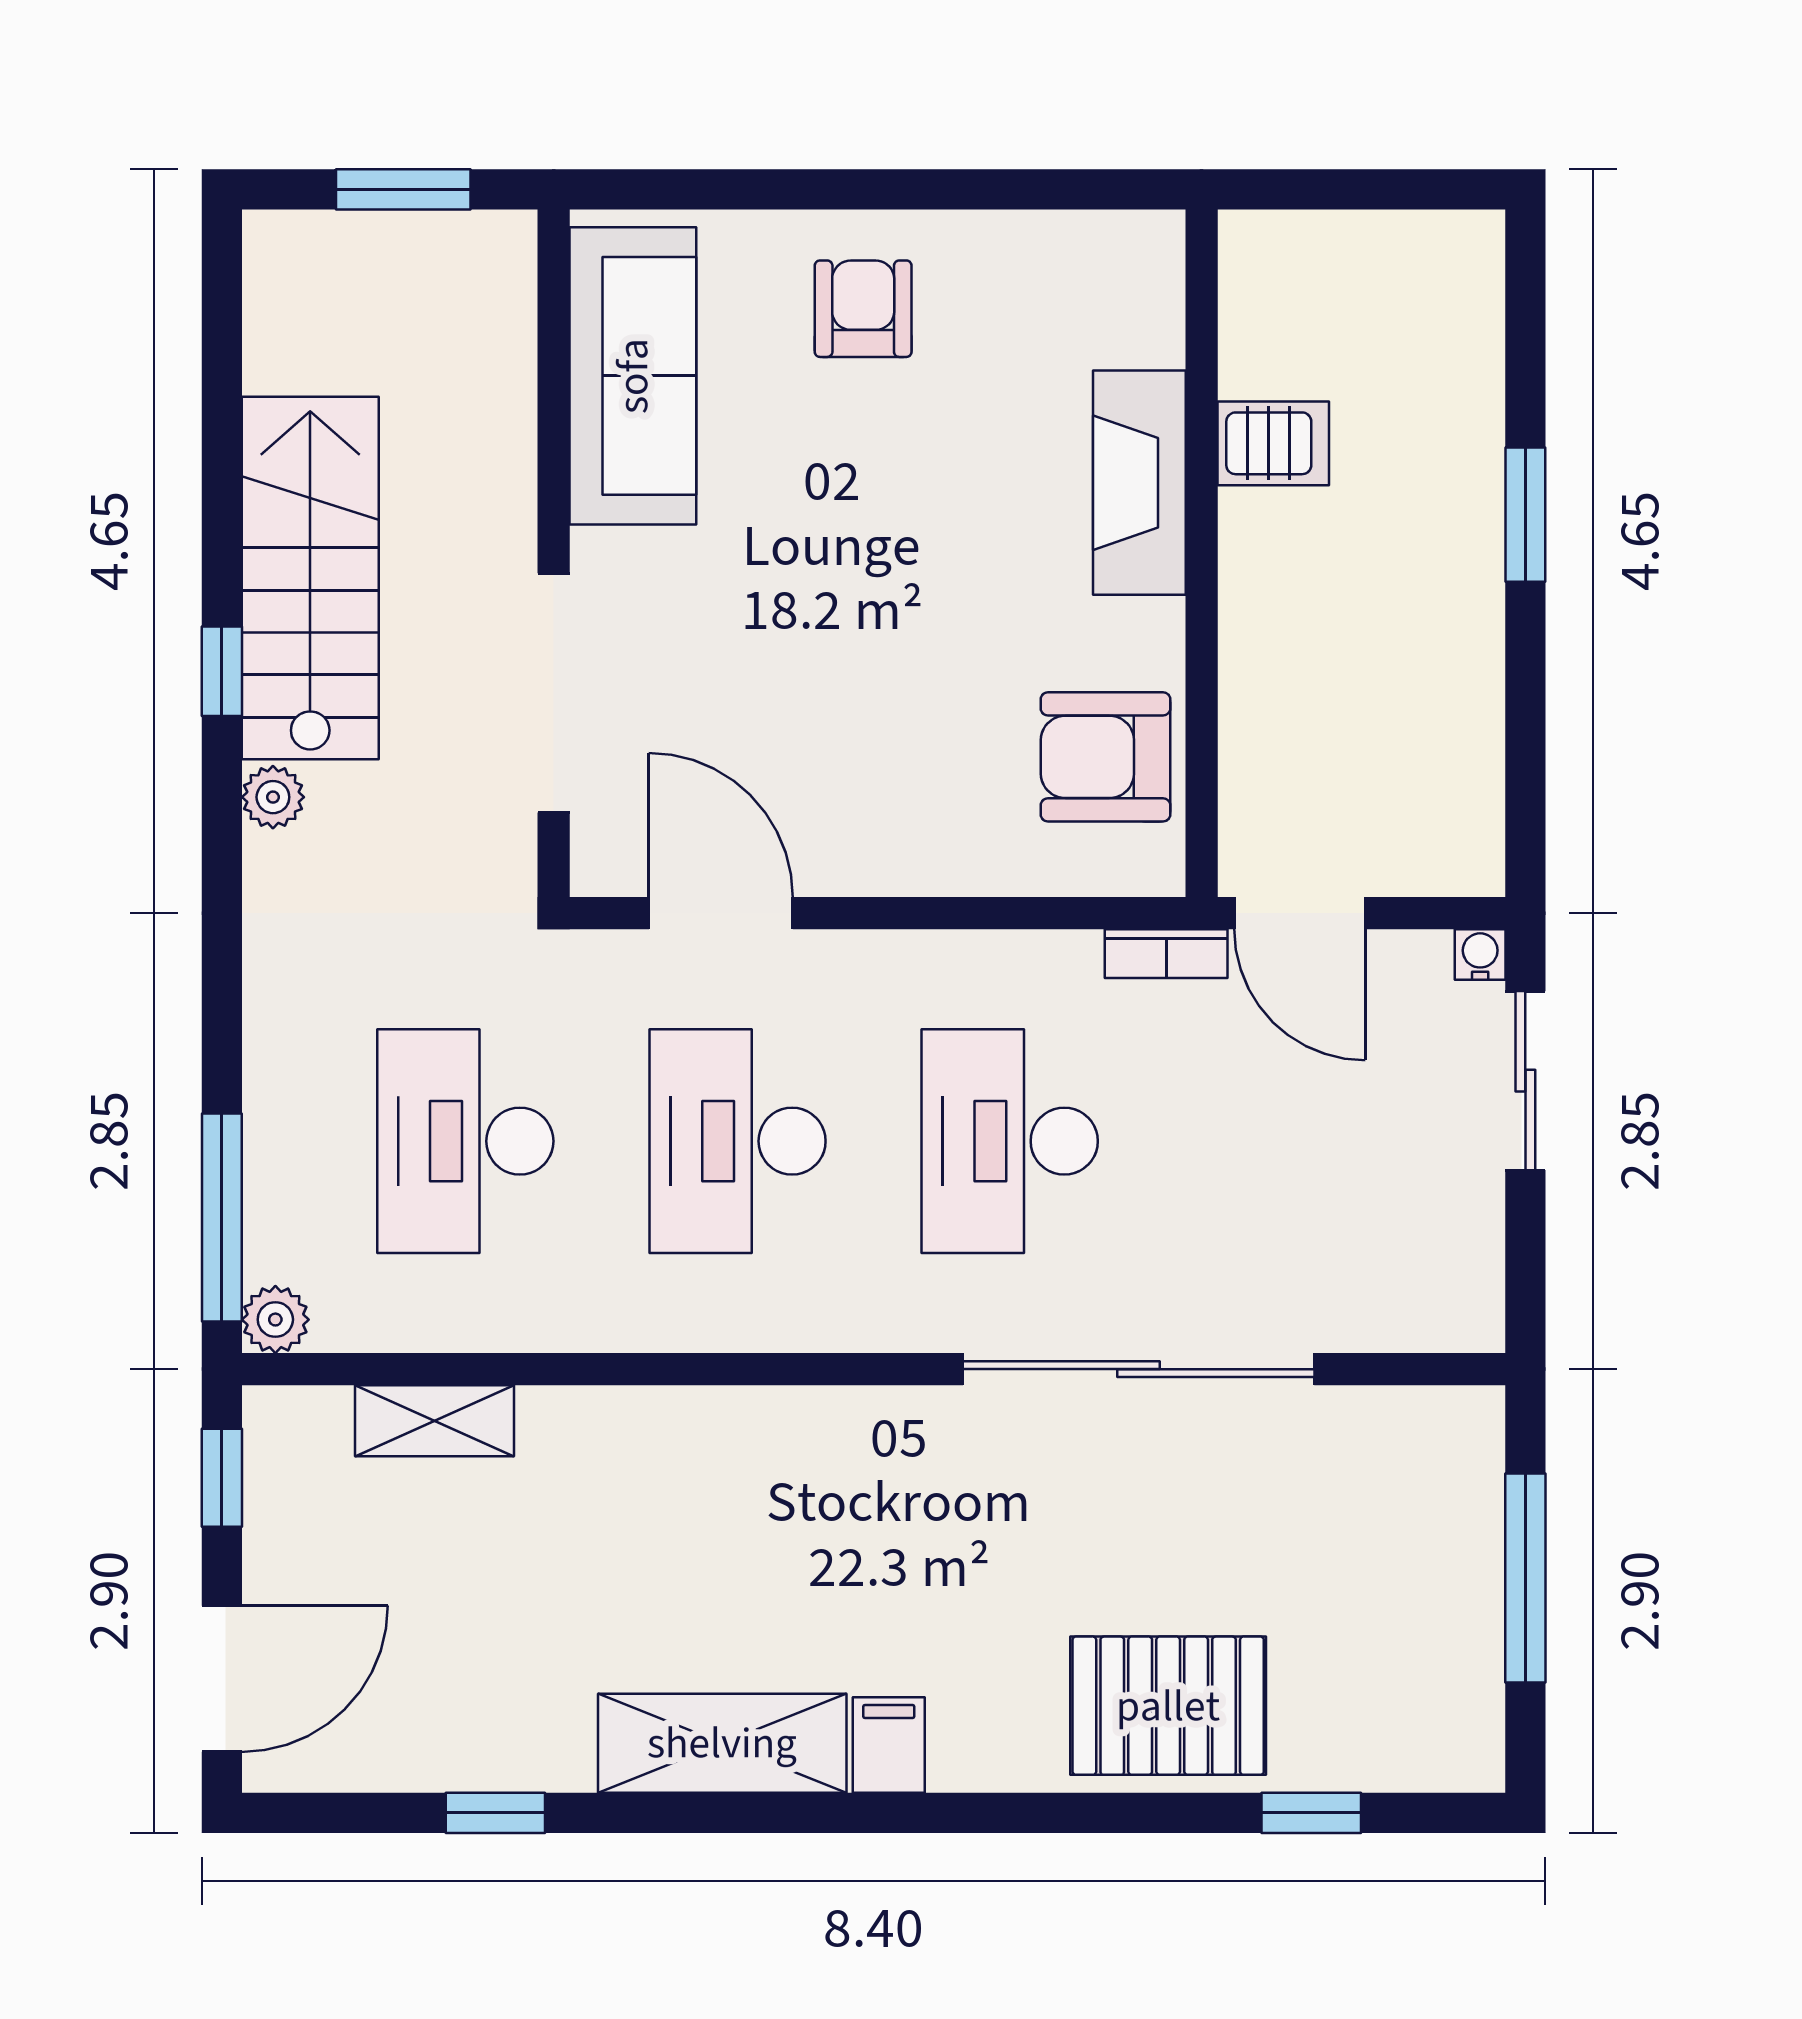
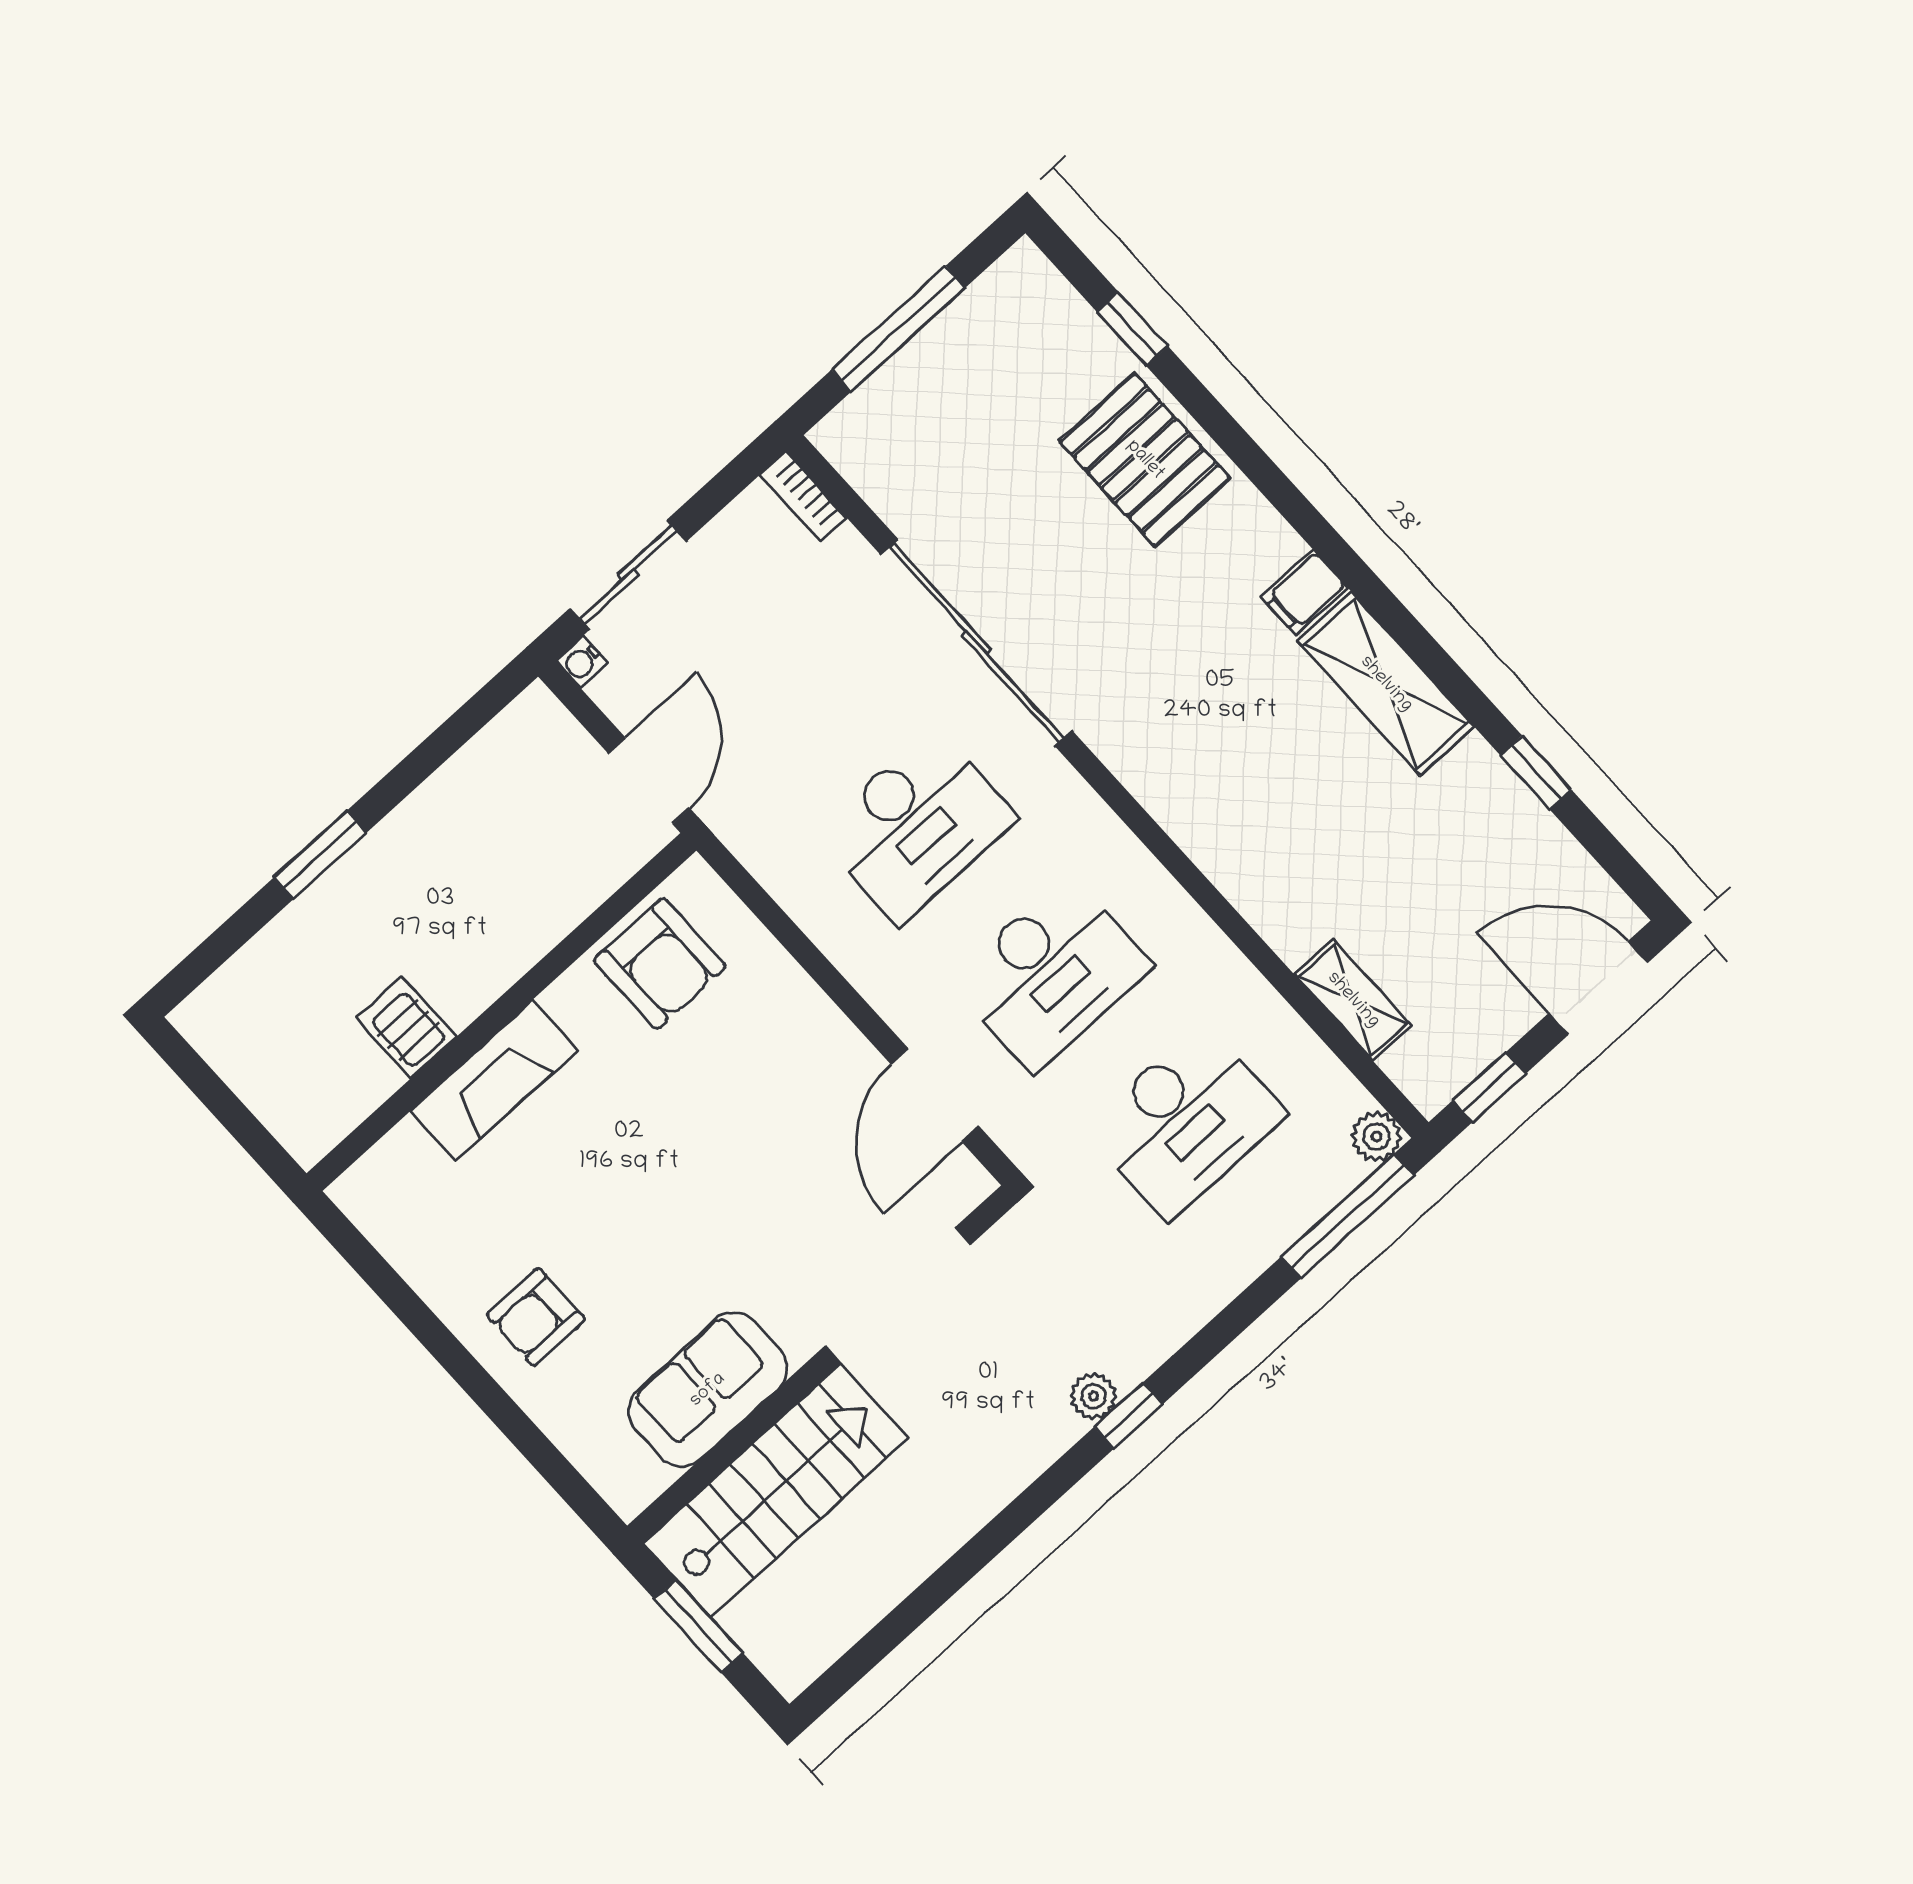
sofa: (633, 376) -> (708, 1390), width x0.73
stairs: (310, 578) -> (775, 1491), moved, turned 180
window: (222, 671) -> (1128, 1416), moved
bookcase: (1166, 954) -> (803, 496), moved, turned 180

